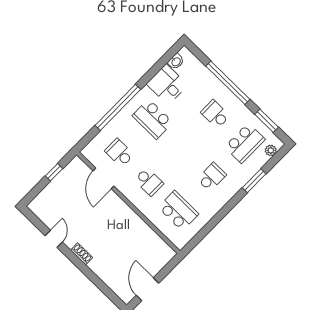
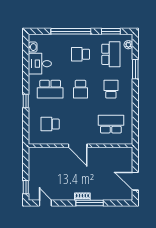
window: (118, 107) -> (26, 101), width x0.32
window: (54, 172) -> (26, 187), moved
door: (104, 178) -> (78, 146), moved
school desk: (149, 182) -> (81, 89), moved, turned 90
door: (54, 239) -> (45, 203), moved
window: (83, 267) -> (90, 203), added

